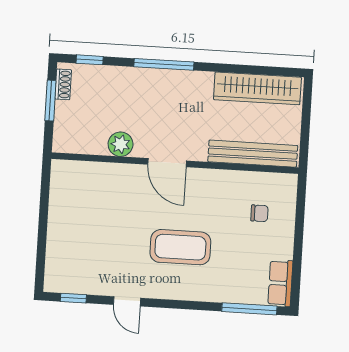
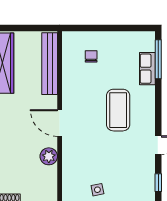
door: (167, 163) -> (60, 123), swing flipped
side table: (69, 211) -> (97, 190), added
row of seats: (280, 283) -> (147, 69), moved, turned 90

